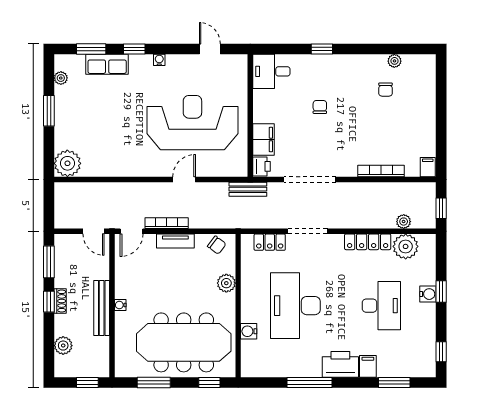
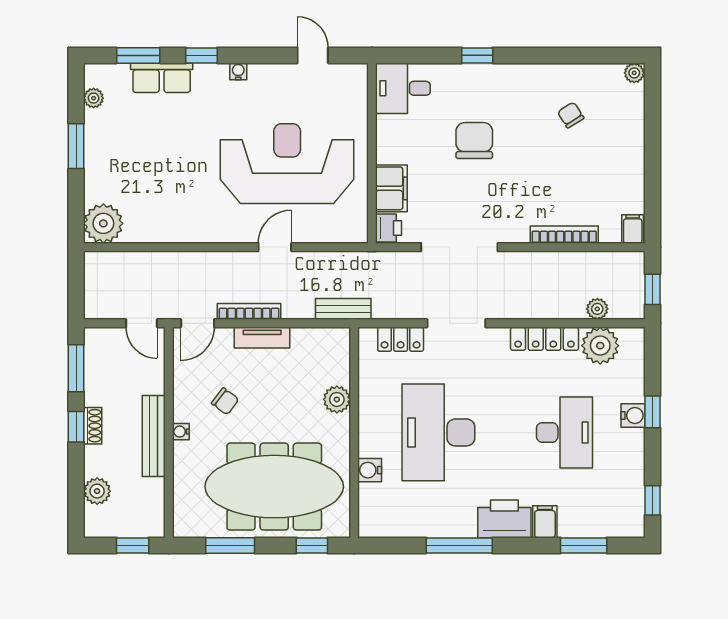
plant: (394, 61) -> (634, 73), moved
chair: (386, 90) -> (571, 115), turned 148
chair: (320, 107) -> (474, 141), width x1.87, depth x1.87
bench: (248, 189) -> (343, 309), moved
chair: (217, 245) -> (225, 401), moved

